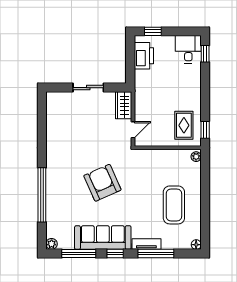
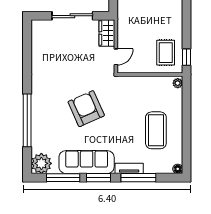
sliding door: (88, 88) -> (72, 16), width x1.37
plant: (52, 244) -> (41, 163), width x1.88, depth x1.88
window: (115, 254) -> (99, 178), width x1.50

